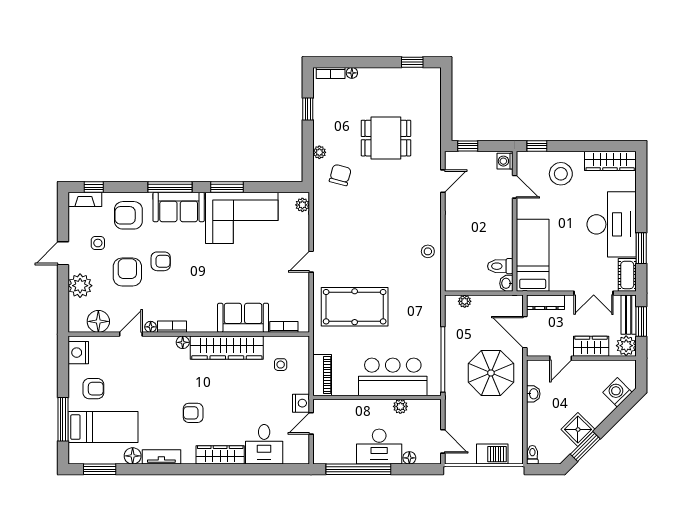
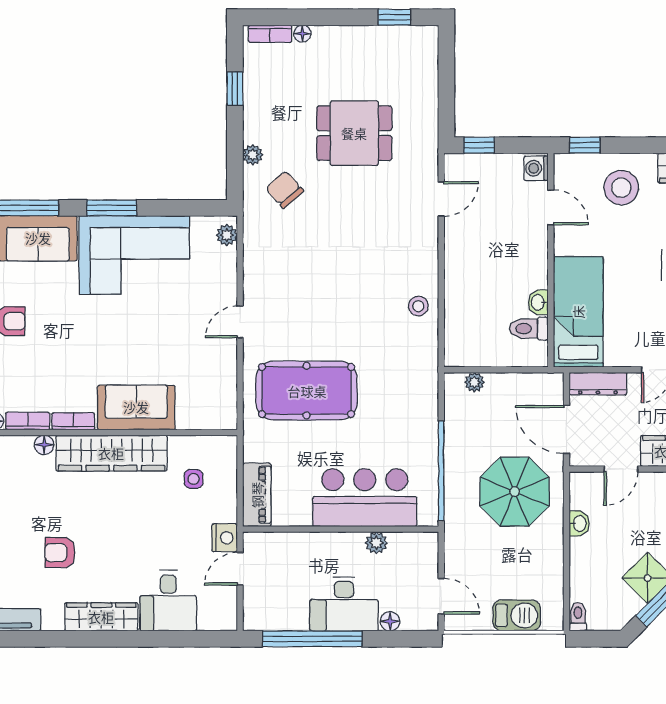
chair: (340, 175) -> (285, 189), turned -56
washbasin: (506, 283) -> (538, 302), moved
bookcase: (284, 327) -> (73, 421), moved

